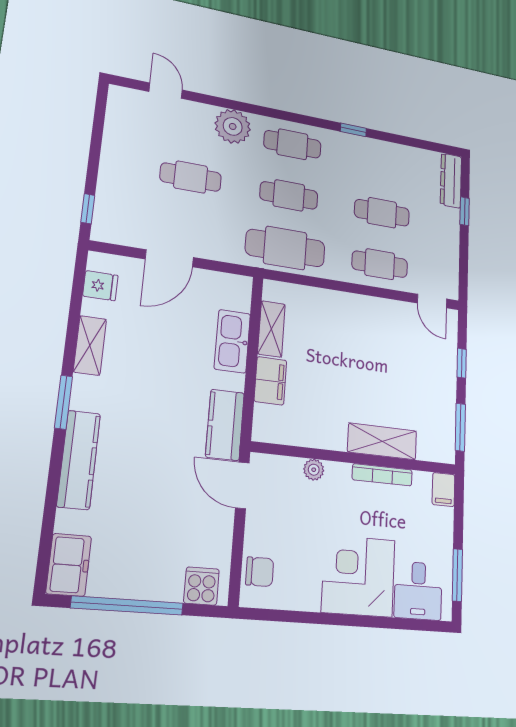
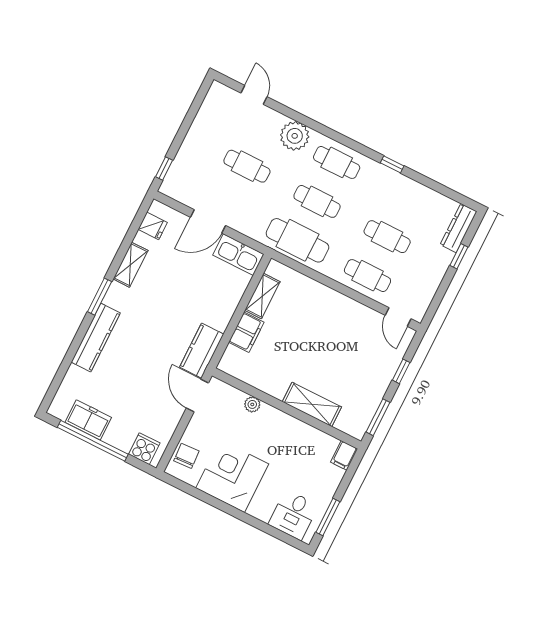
kitchen sink: (232, 341) -> (238, 255), moved, turned -90
bookcase: (382, 475) -> (302, 427), removed
freezer: (69, 565) -> (88, 420), moved, turned -90
chair: (260, 572) -> (186, 456), turned -93
corner desk: (358, 576) -> (232, 476), moved

